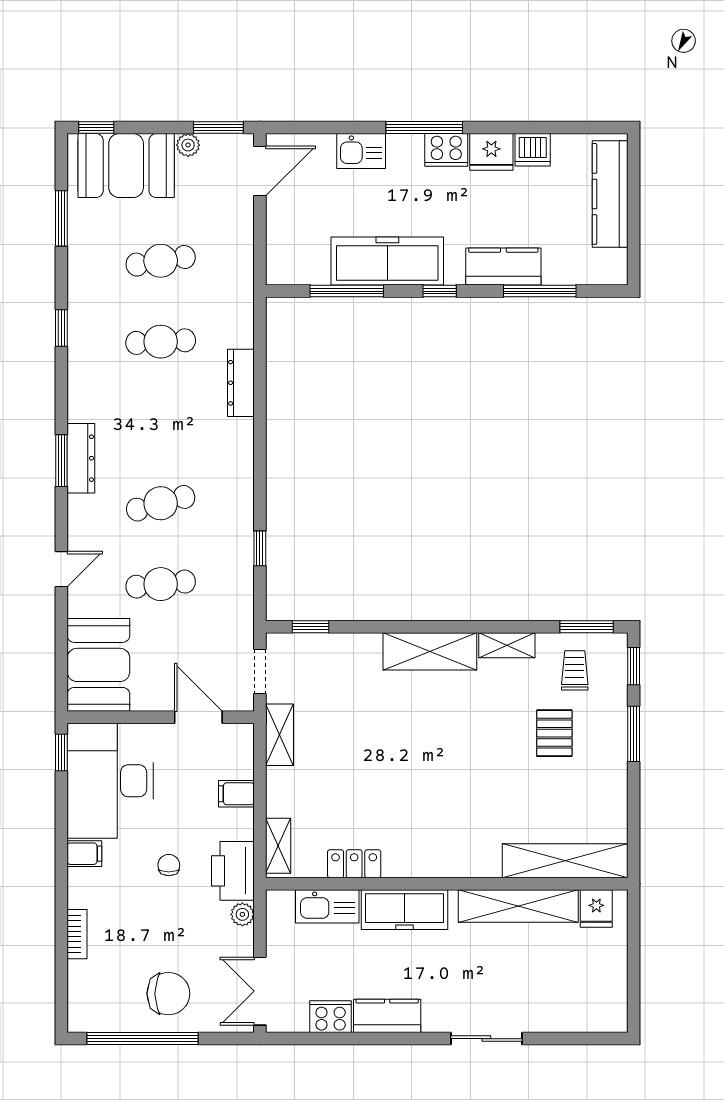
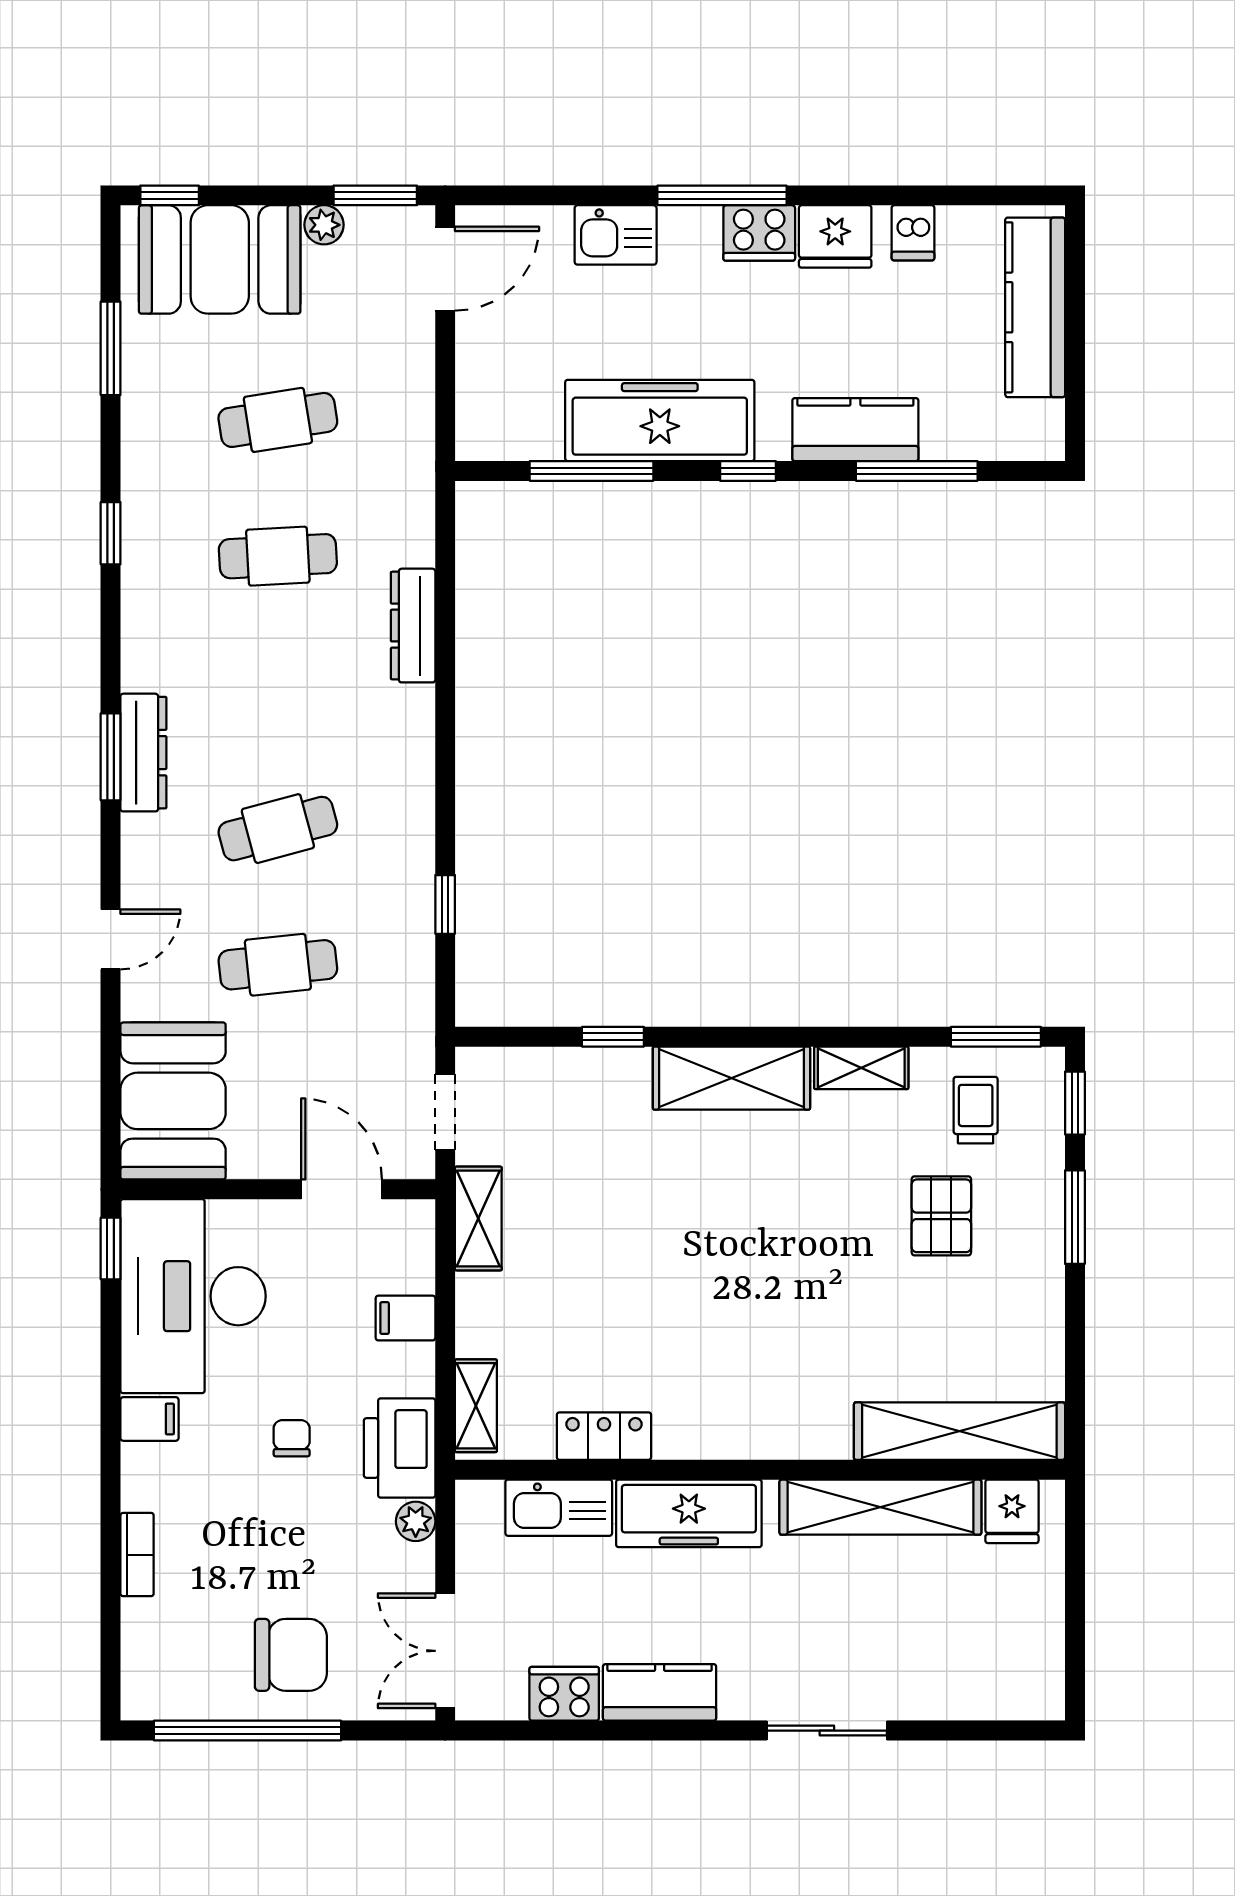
dishwasher: (533, 150) -> (913, 233), width x0.73
window: (310, 627) -> (613, 1037), moved

